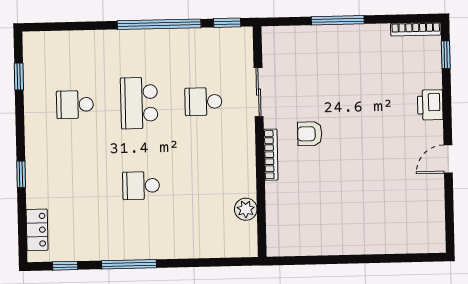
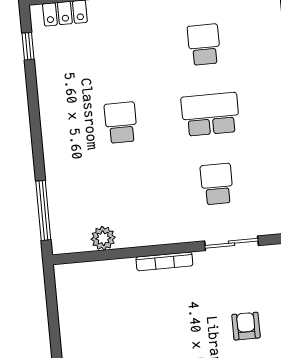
armchair: (310, 134) -> (246, 326), moved
window: (129, 264) -> (43, 210), moved

